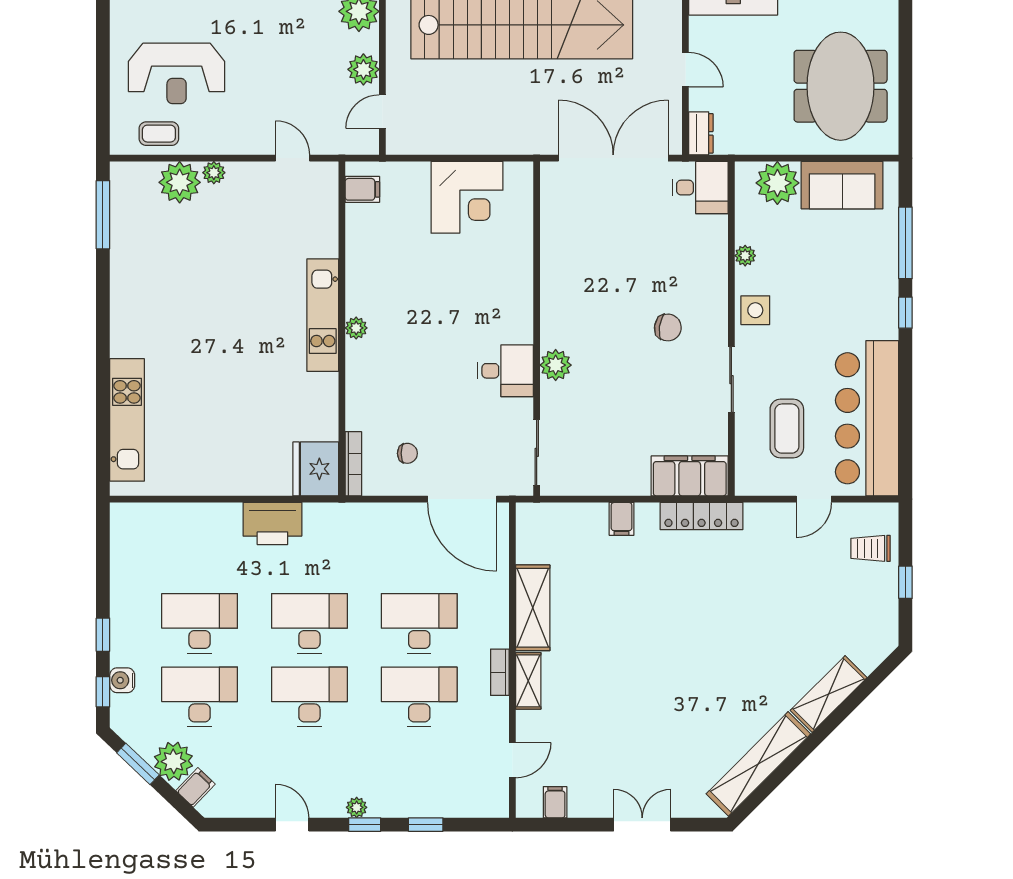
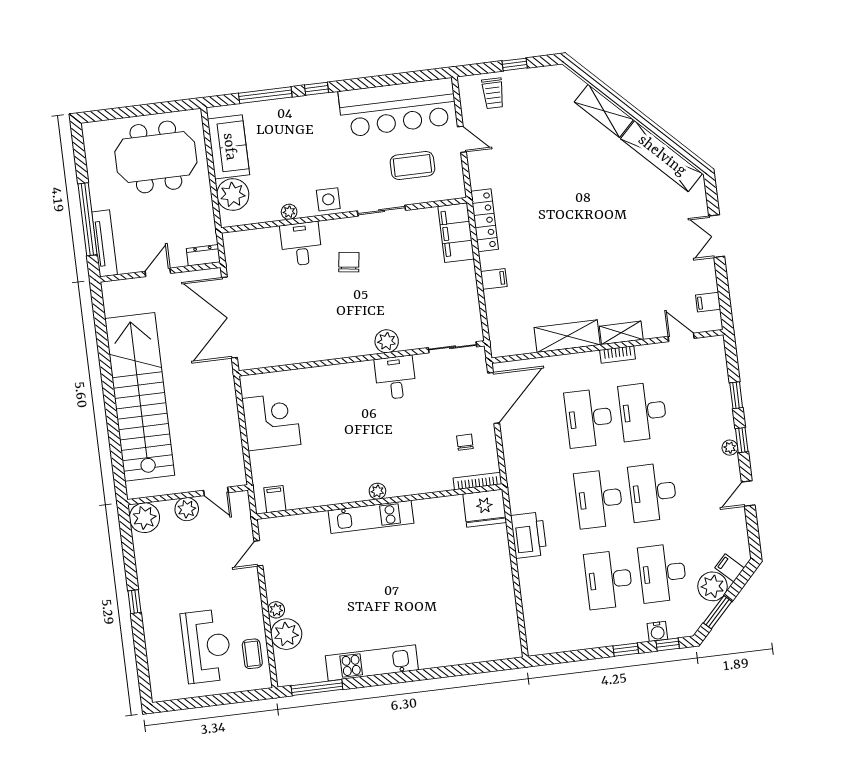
desk: (700, 188) -> (301, 244), moved
kitchen unit: (127, 420) -> (372, 663), moved

